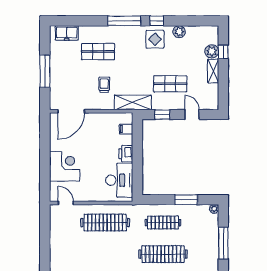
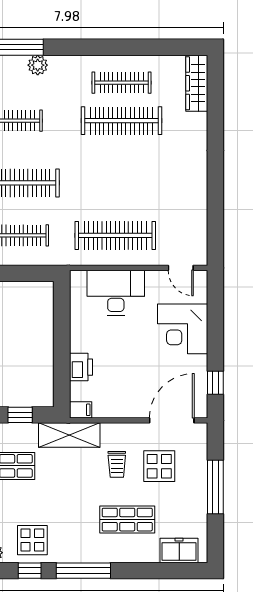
display table: (79, 84) -> (159, 466), added
filing cabinet: (126, 129) -> (81, 410), moved
window: (45, 134) -> (215, 383), added
printer: (126, 154) -> (81, 367), moved
desk: (119, 180) -> (116, 293), moved, turned 90

